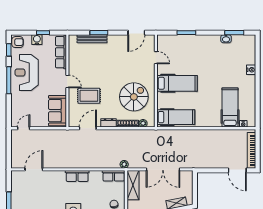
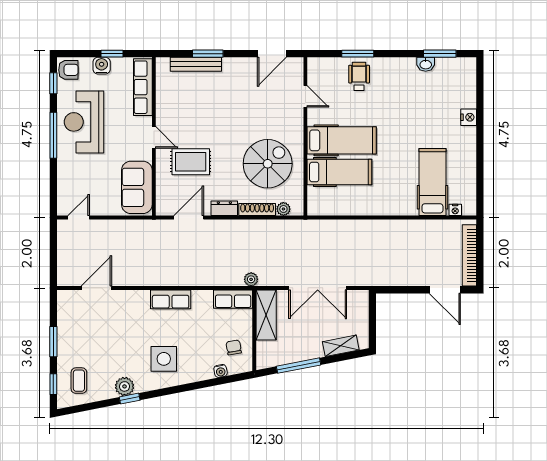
wheelchair: (187, 46) -> (359, 76), added
hospital bed: (176, 117) -> (339, 172), moved

